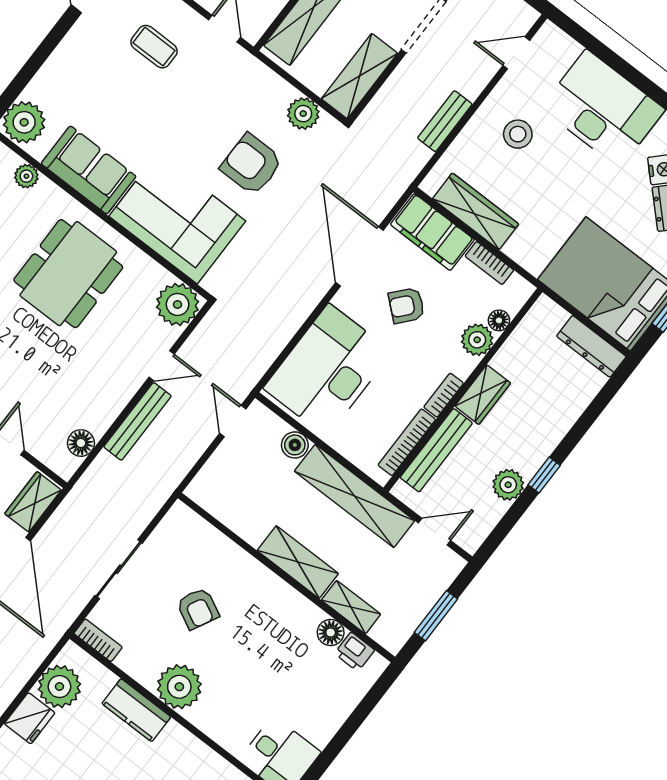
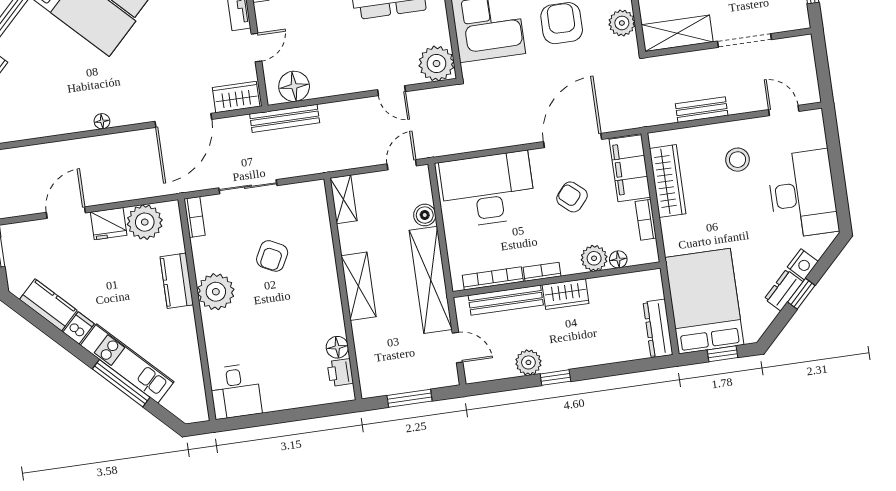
bench: (137, 421) -> (285, 118), moved
floor lamp: (81, 443) -> (294, 86), width x1.38, depth x1.38
shelving: (351, 607) -> (343, 199), moved

